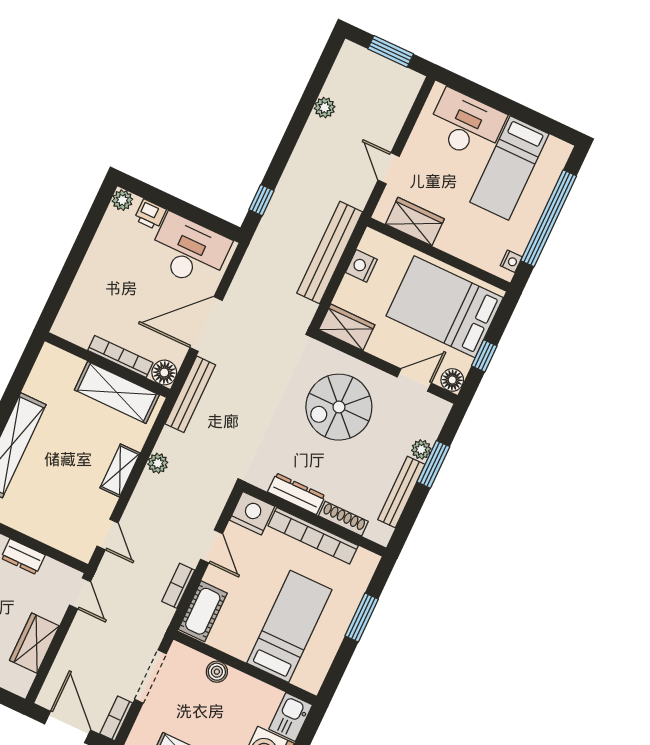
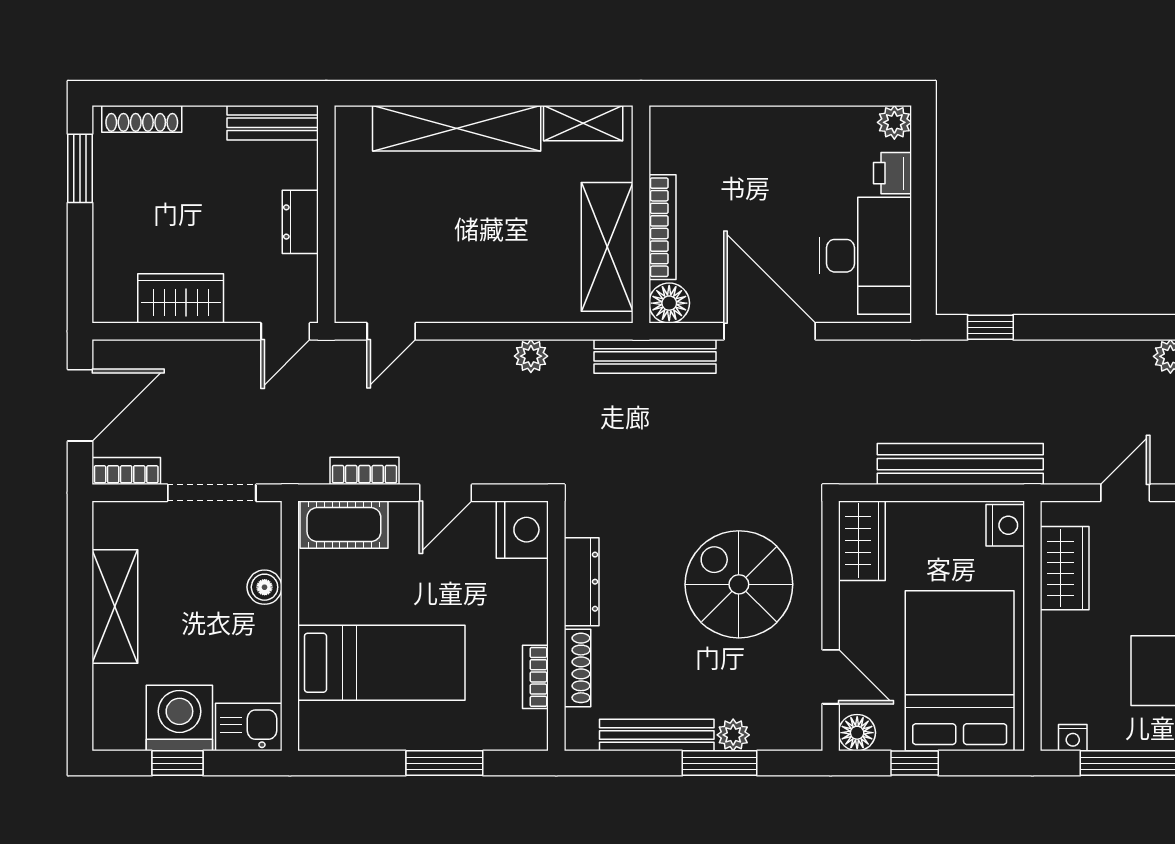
nightstand: (361, 266) -> (1005, 525), moved, turned 90
shelving: (120, 470) -> (583, 123), moved
bookcase: (313, 536) -> (535, 677), width x0.43, depth x0.76

